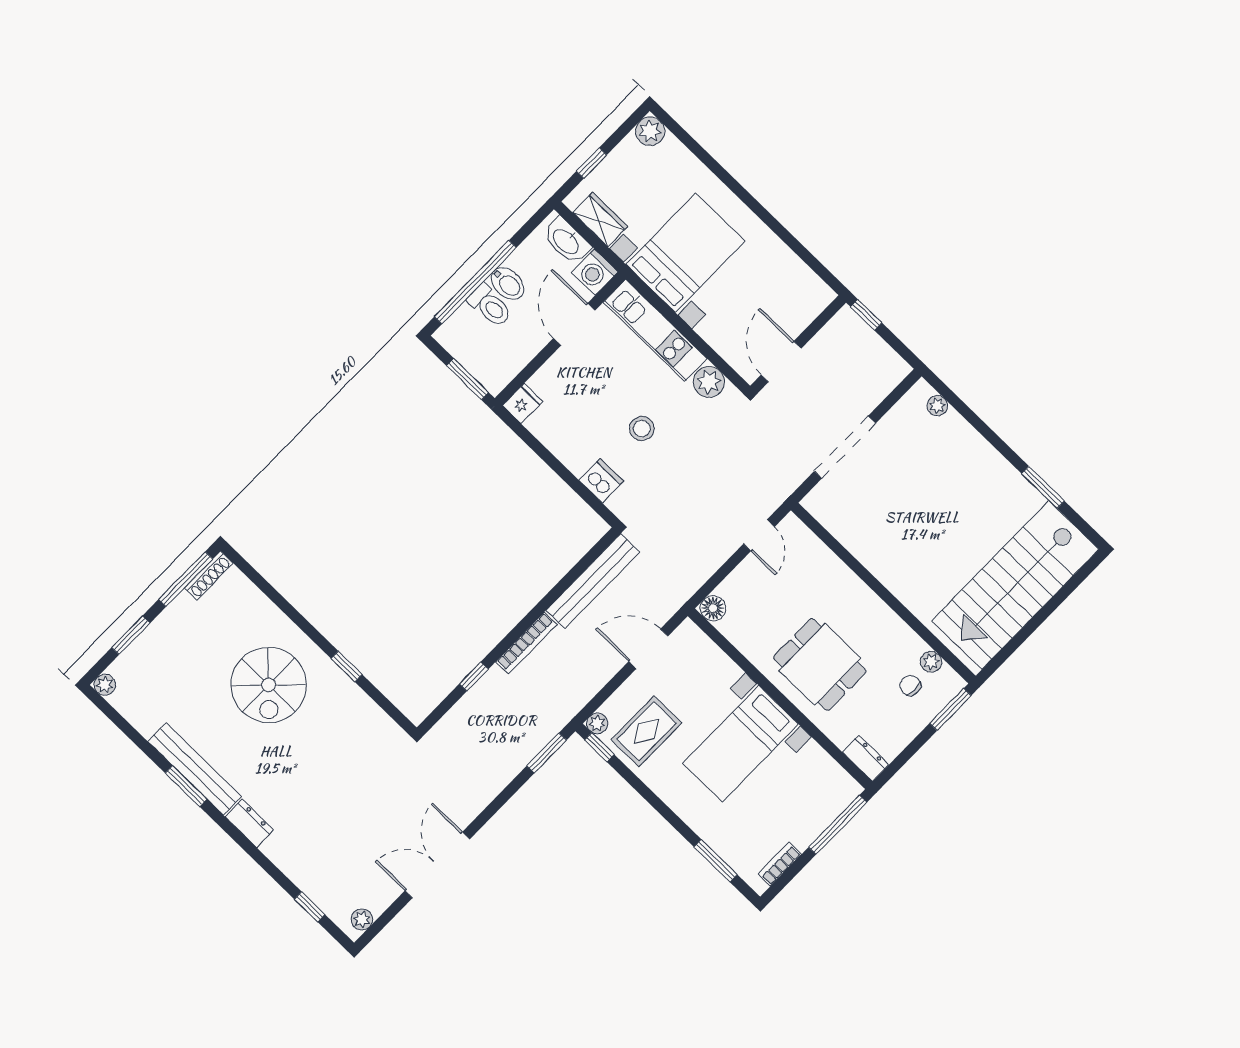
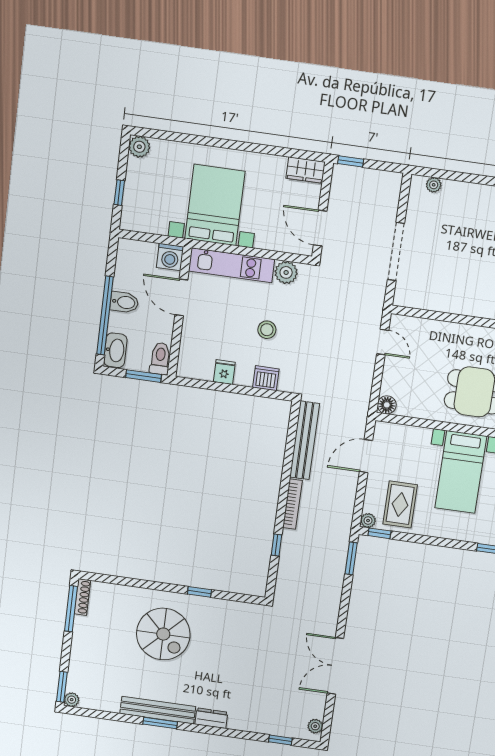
wardrobe: (600, 220) -> (306, 170), moved, turned 180
washbasin: (566, 241) -> (115, 350), moved, turned -90
toilet: (490, 306) -> (160, 359), moved, turned -90
fridge: (523, 404) -> (224, 372), moved
window: (131, 635) -> (62, 687), moved

